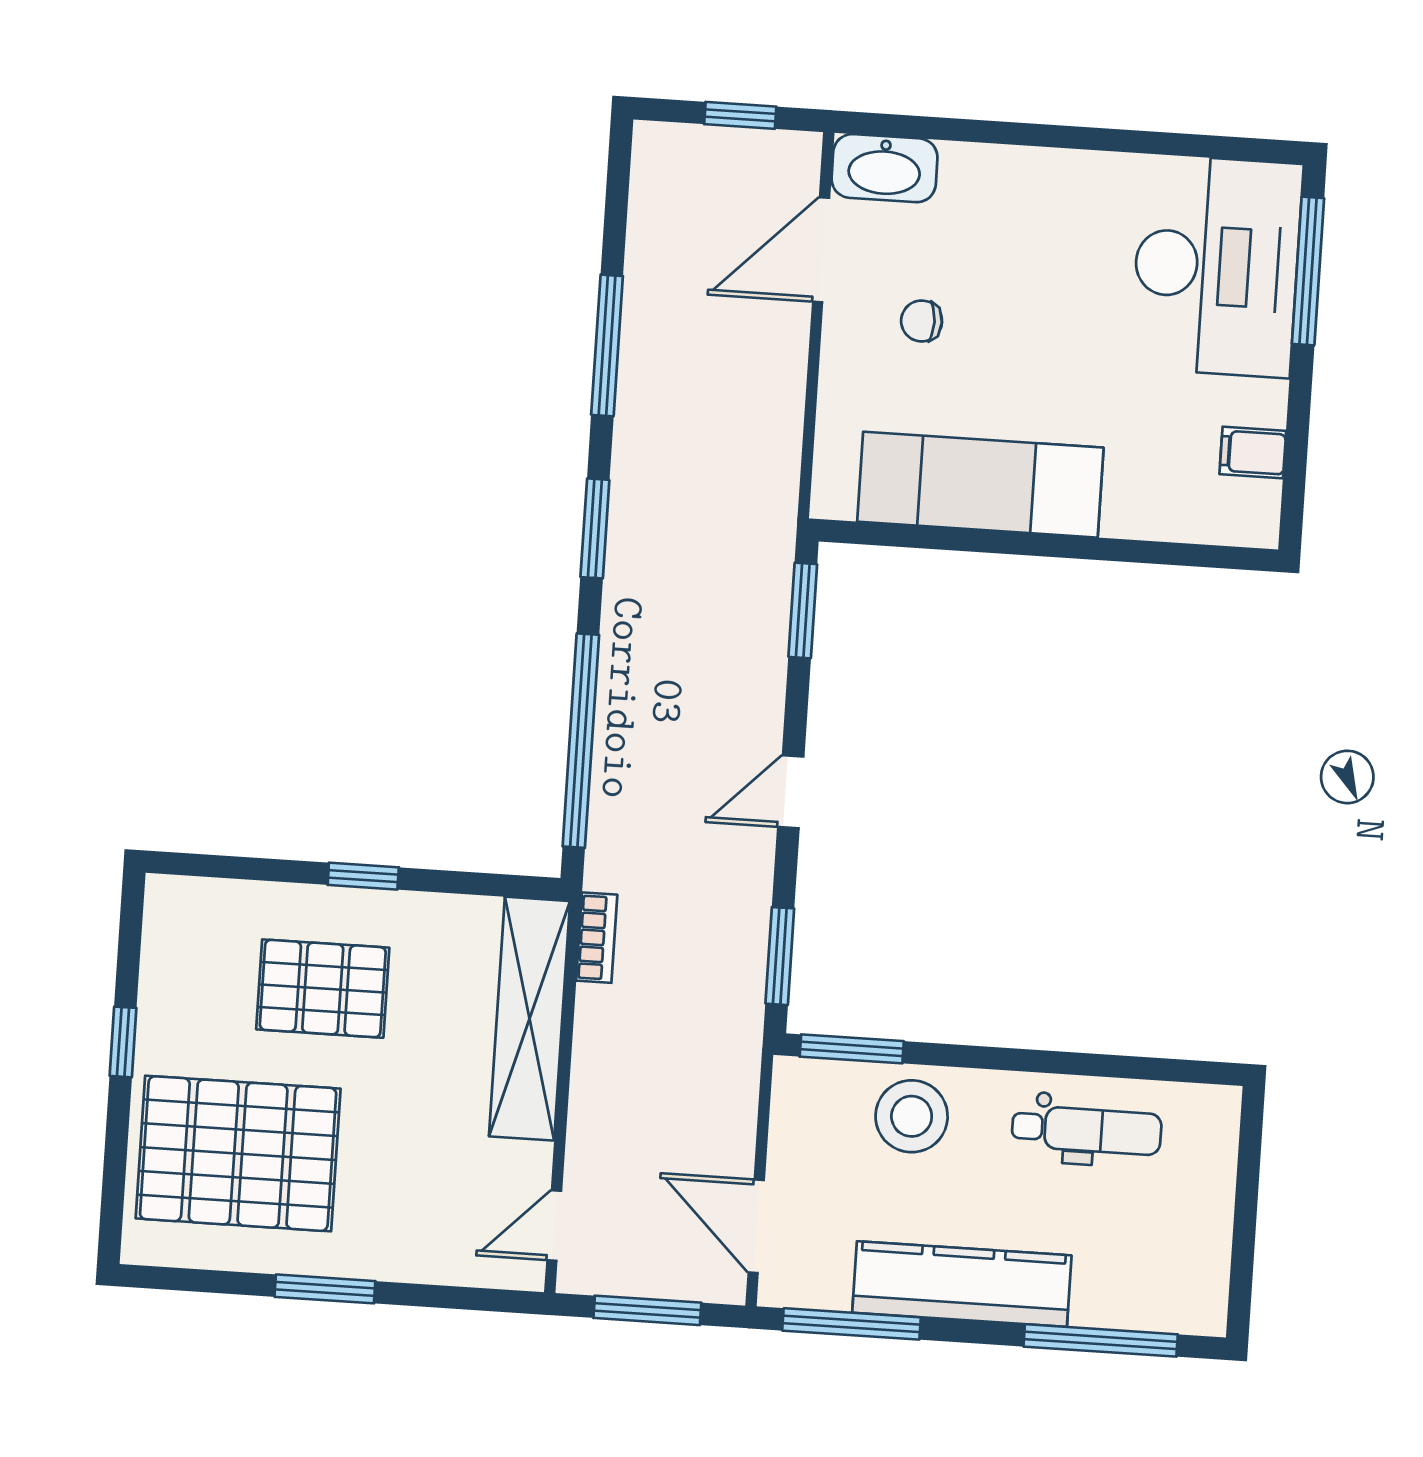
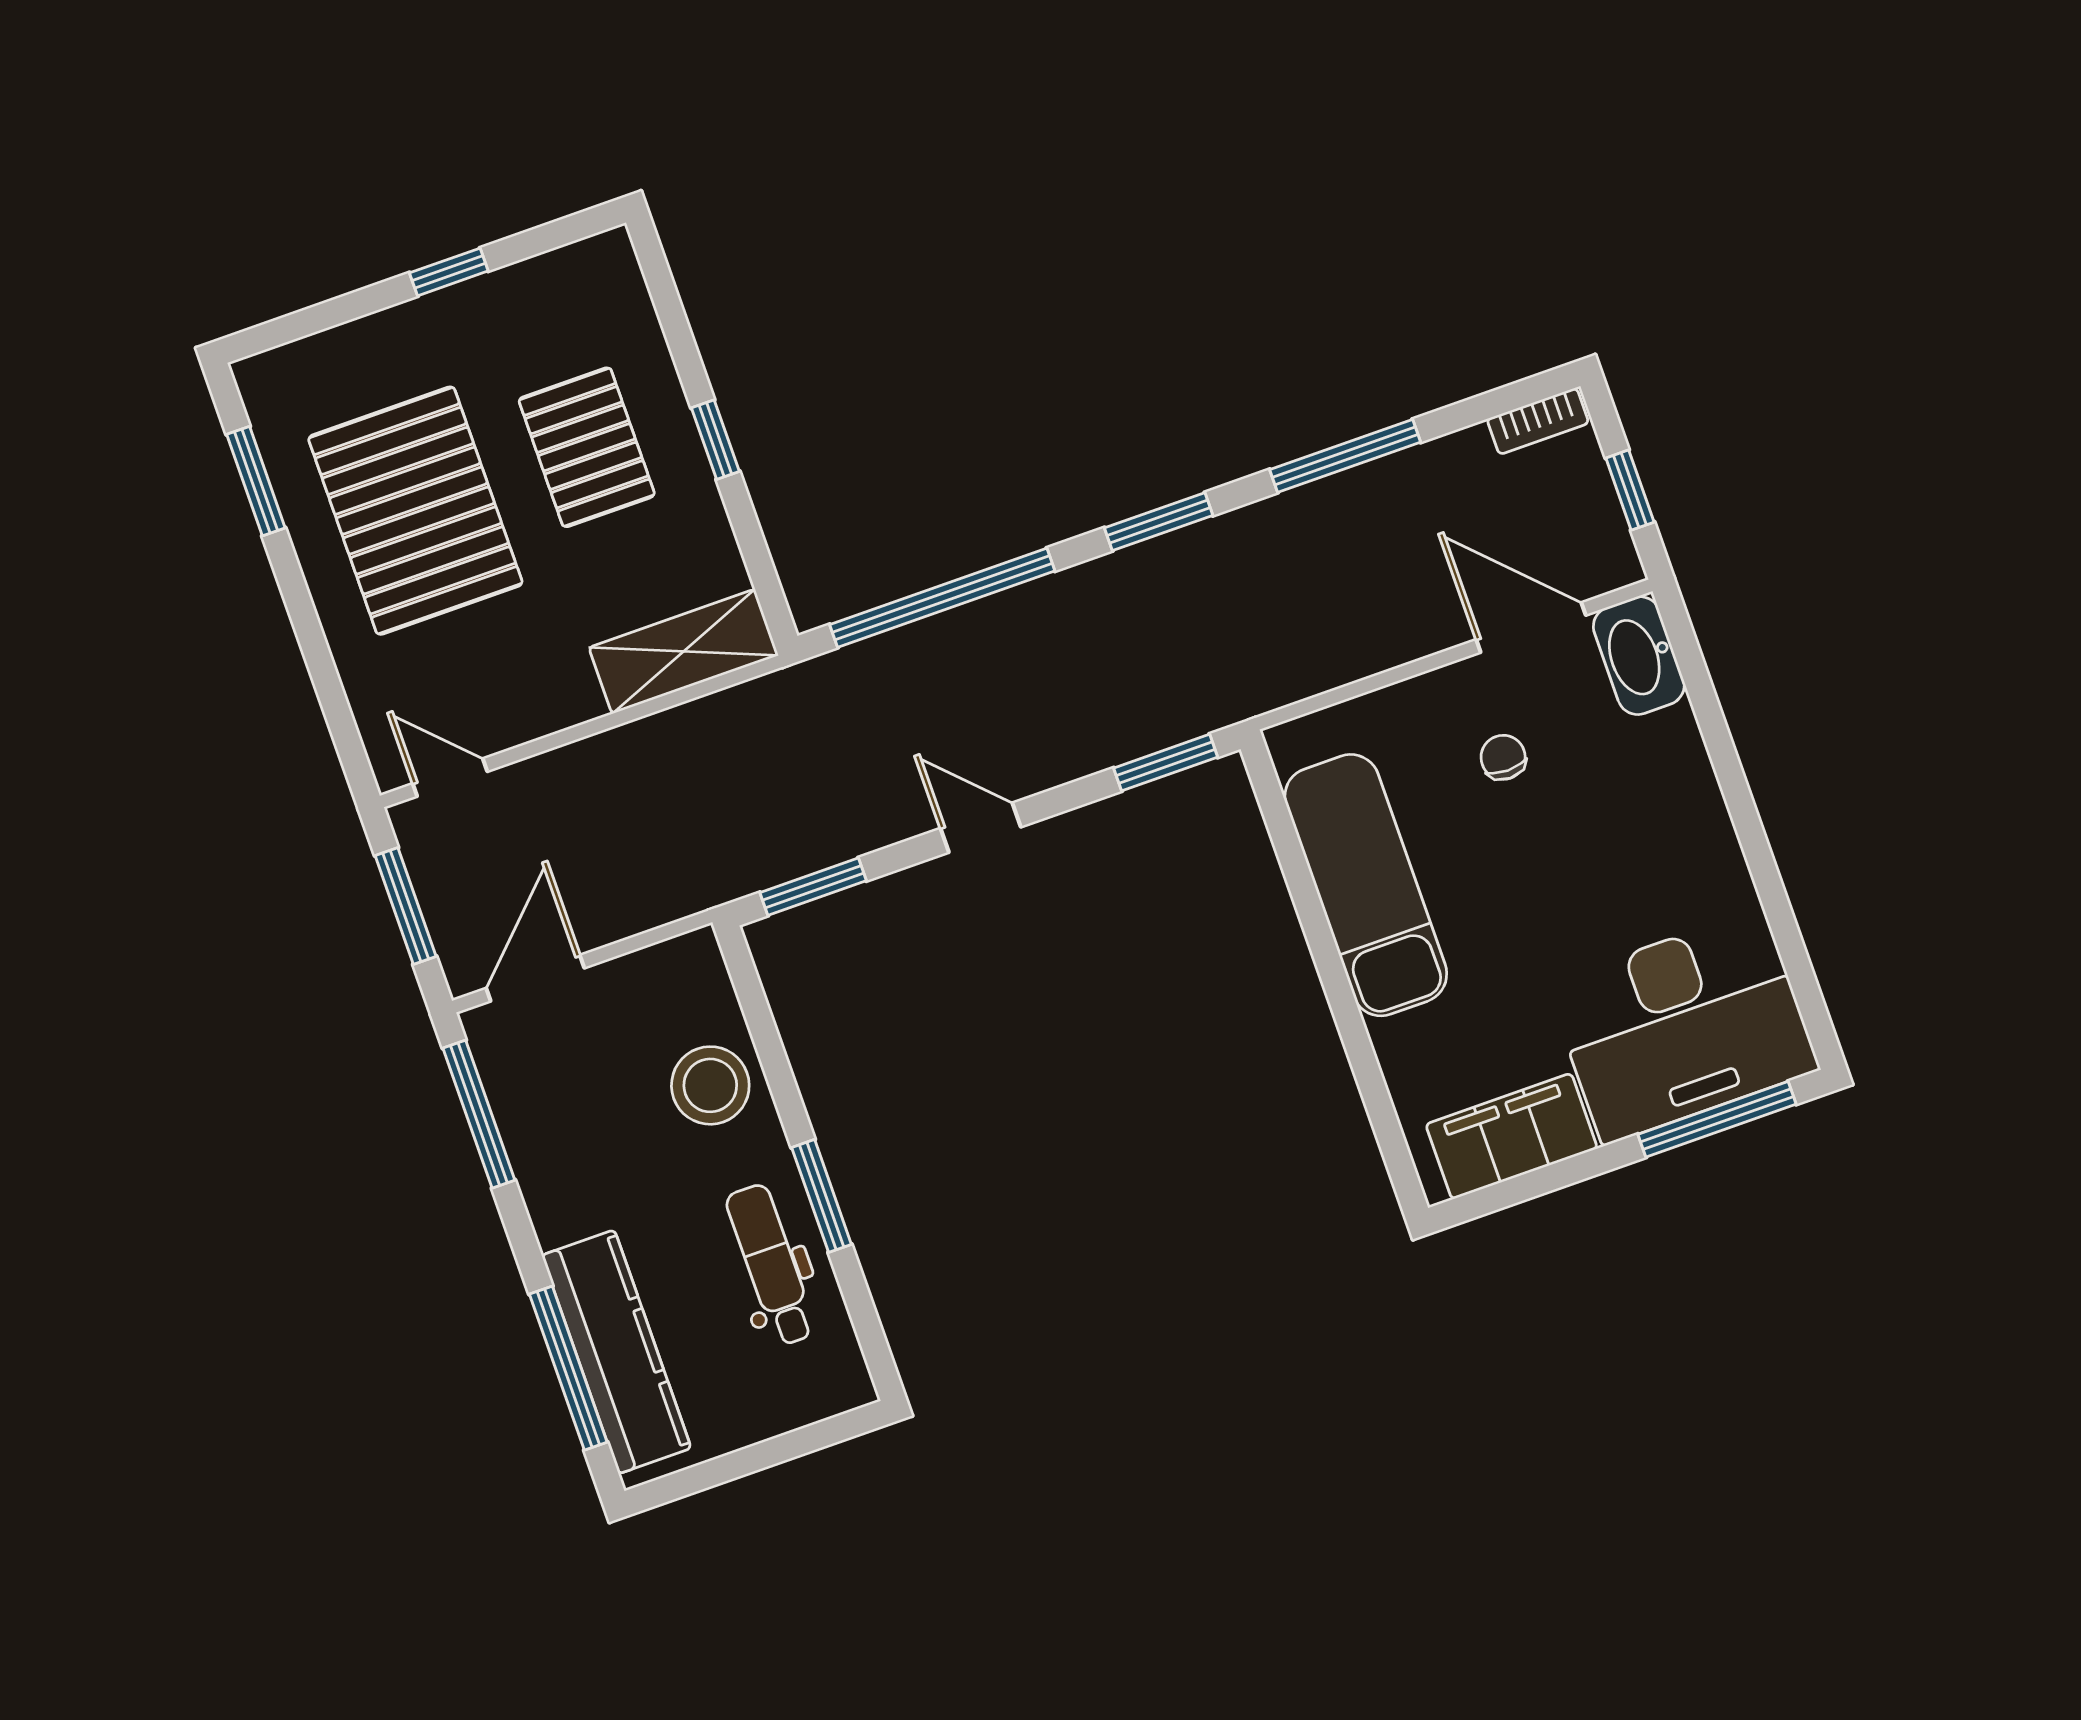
filing cabinet: (1253, 453) -> (1512, 1136), width x3.00, depth x1.17
bookcase: (597, 938) -> (1538, 421), moved
shelving: (530, 1019) -> (684, 651), width x0.68
window: (852, 1049) -> (822, 1196), moved
dental chair: (1087, 1130) -> (771, 1265), turned 180
pallet: (238, 1154) -> (415, 511), moved
kitchen counter: (962, 1284) -> (616, 1352), moved
window: (325, 1289) -> (256, 481), moved

